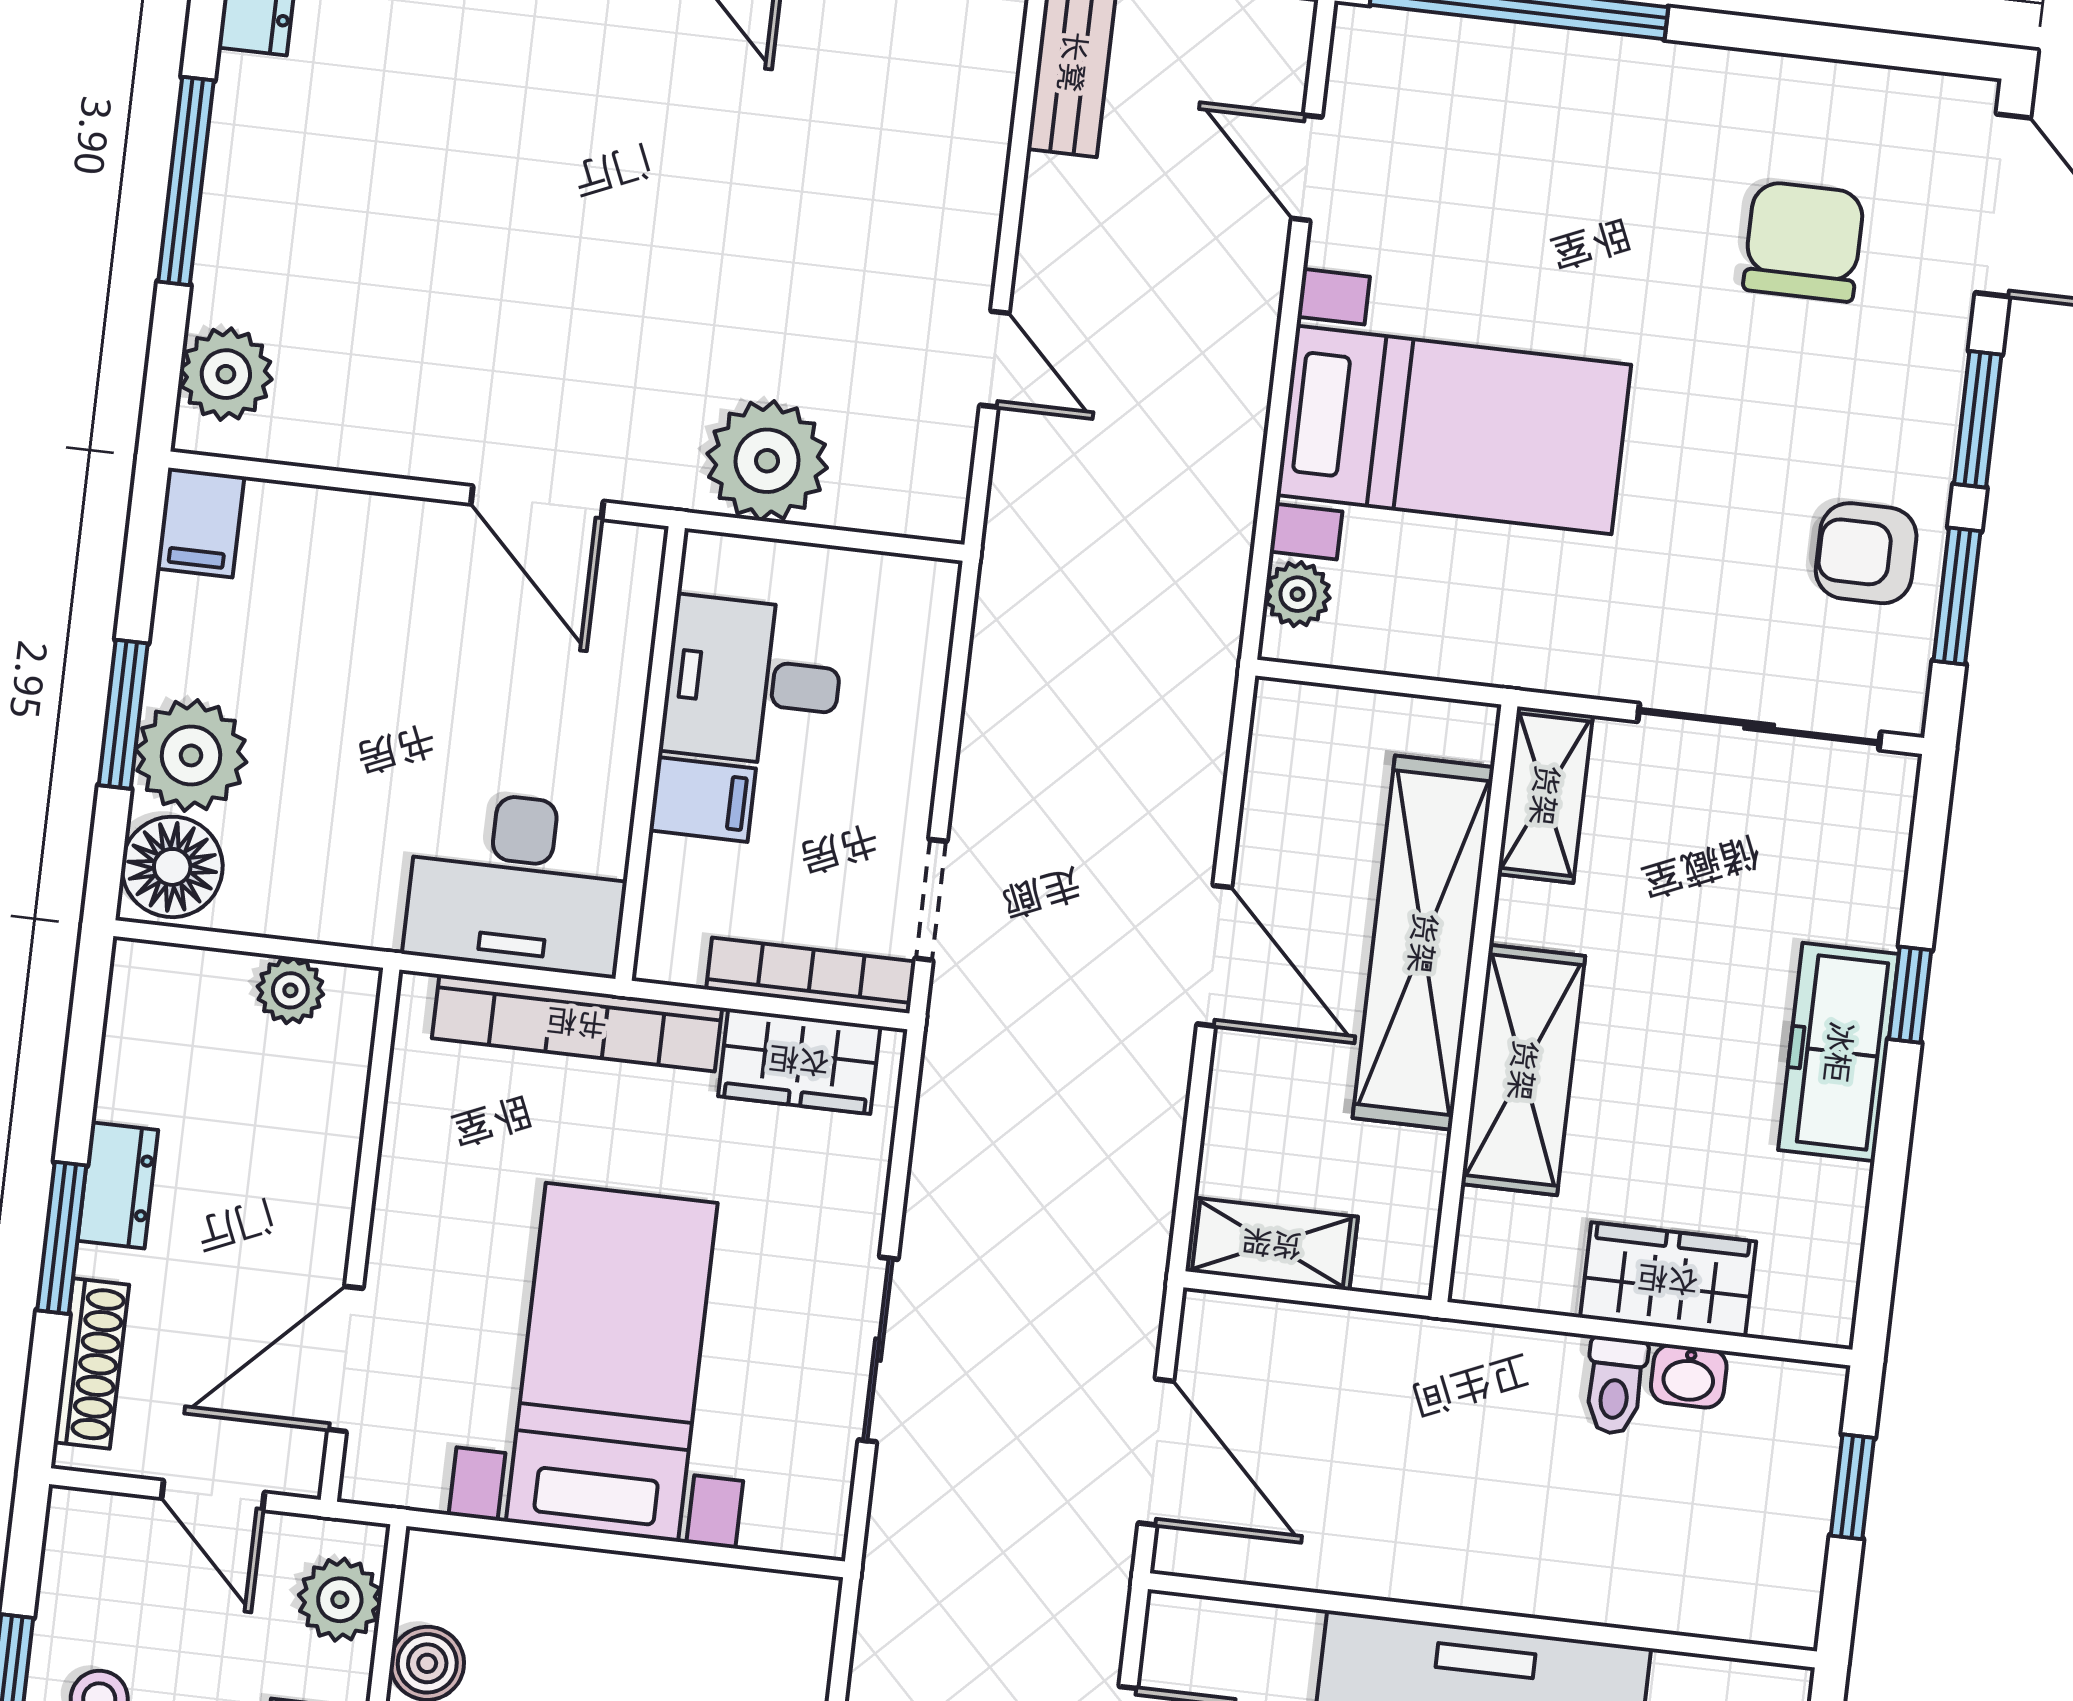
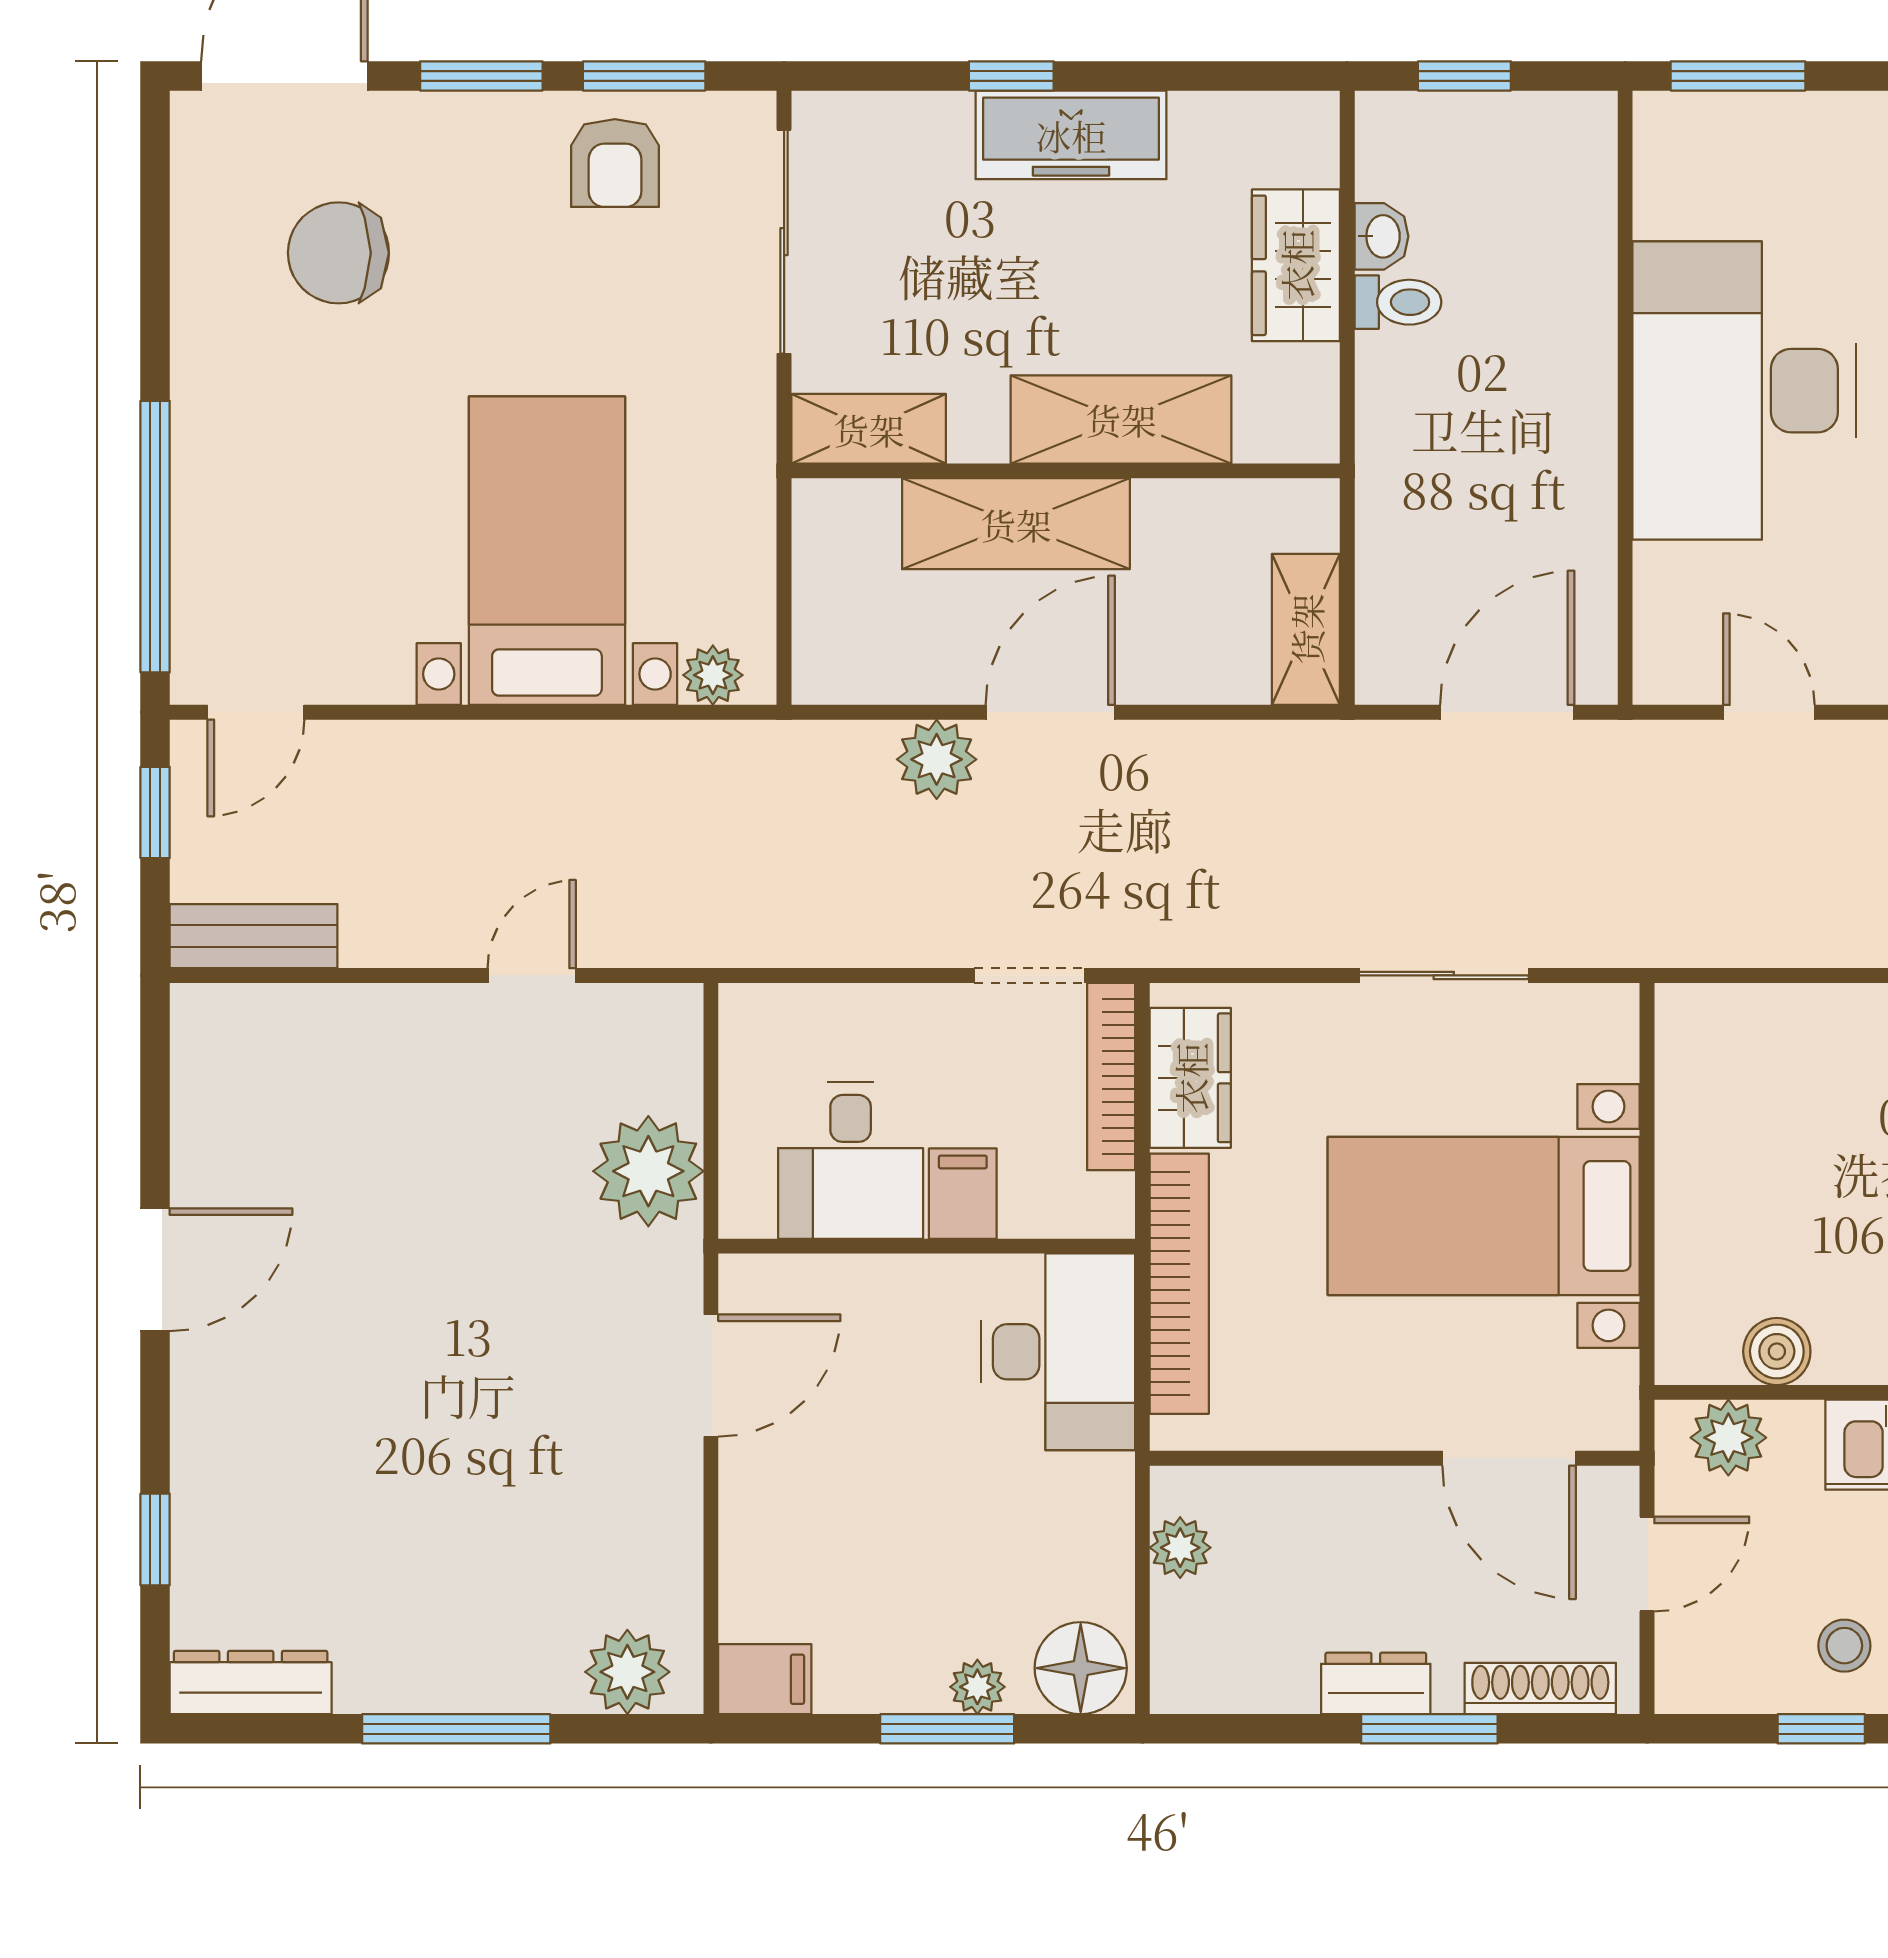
door: (1307, 168) -> (256, 712), moved
plant: (191, 755) -> (977, 1687), width x0.53, depth x0.53
plant: (1178, 826) -> (937, 759), added
shelving: (1423, 943) -> (1016, 524), width x0.68

